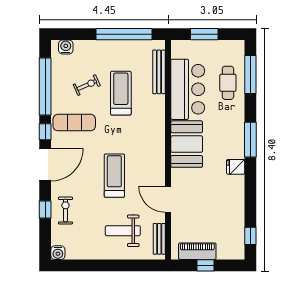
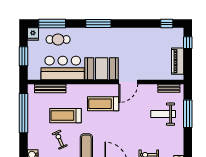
fridge: (236, 167) -> (33, 34), moved
treadmill: (114, 176) -> (103, 104), moved
door: (168, 199) -> (128, 82), moved
weight bench: (123, 231) -> (163, 114), turned 90
window: (123, 265) -> (188, 114), added
window: (206, 265) -> (188, 43), moved

